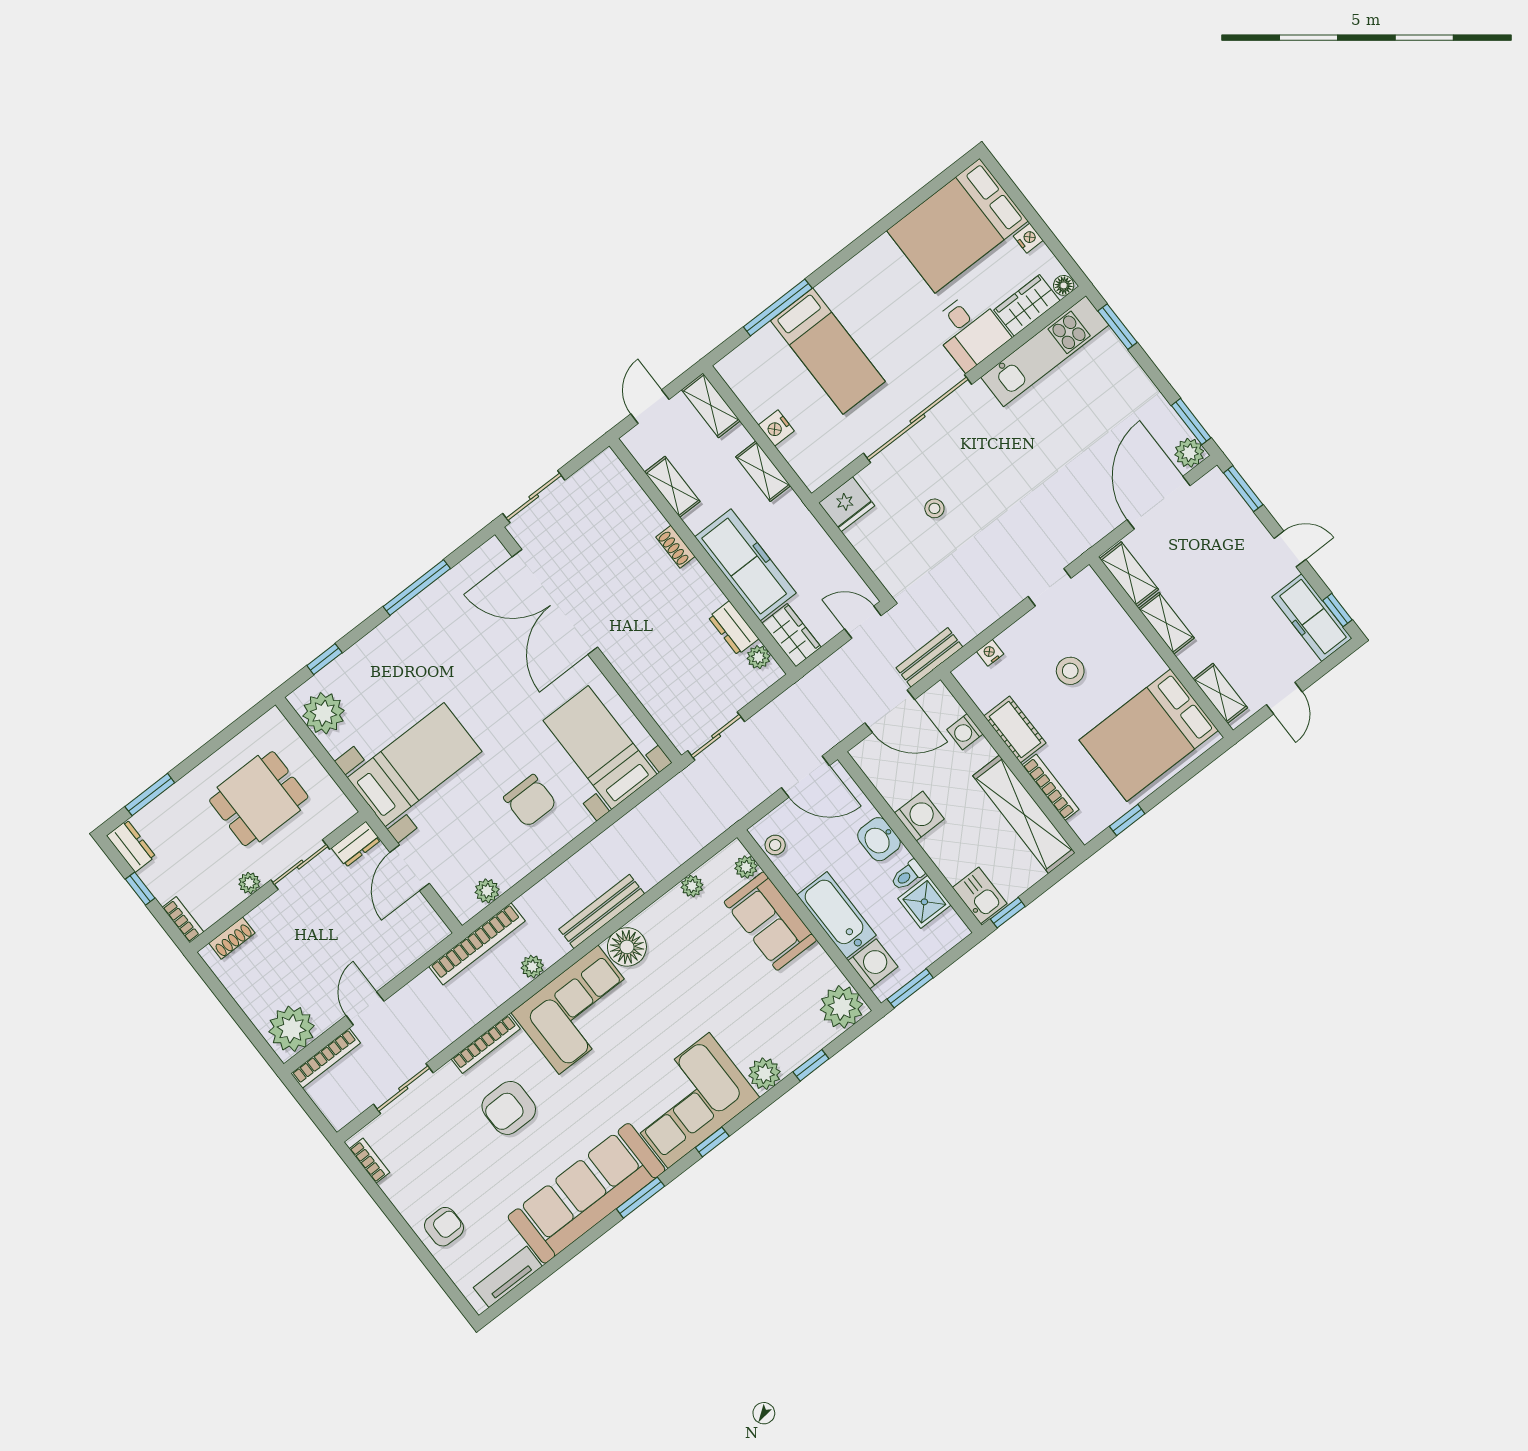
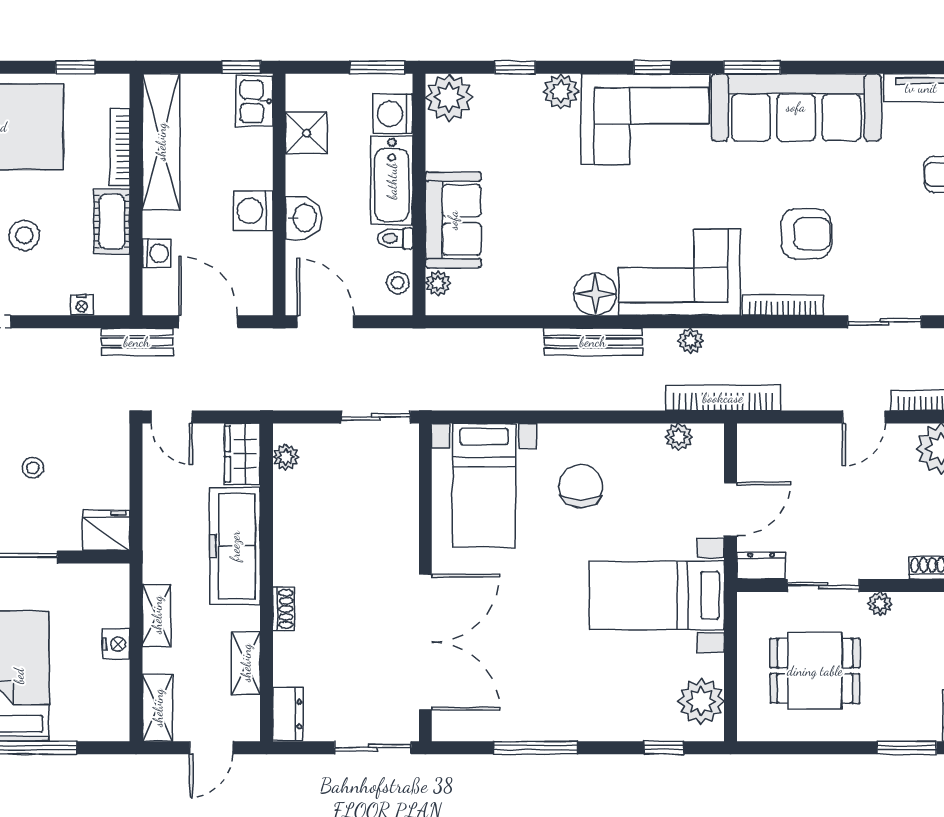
dresser: (734, 628) -> (288, 714), moved
toilet: (908, 875) -> (395, 238), moved, turned 180
plant: (692, 886) -> (498, 303), removed

